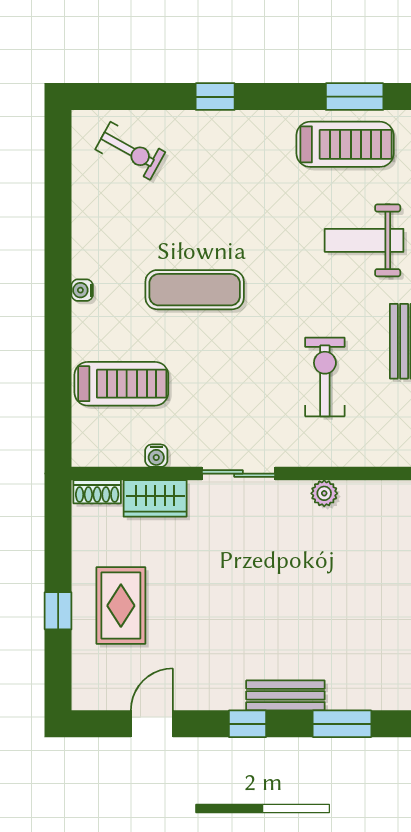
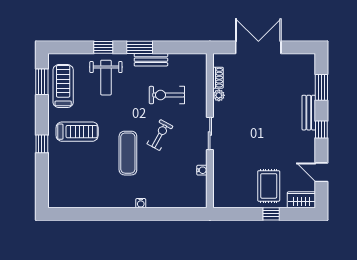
exercise bike: (130, 151) -> (160, 135), moved
water cooler: (82, 290) -> (141, 203), moved
treadmill: (121, 384) -> (77, 132), moved, turned 90
shoe rack: (97, 492) -> (218, 78), moved
wardrobe: (155, 498) -> (301, 200), moved, turned -90
rug: (121, 606) -> (269, 186), turned 90

